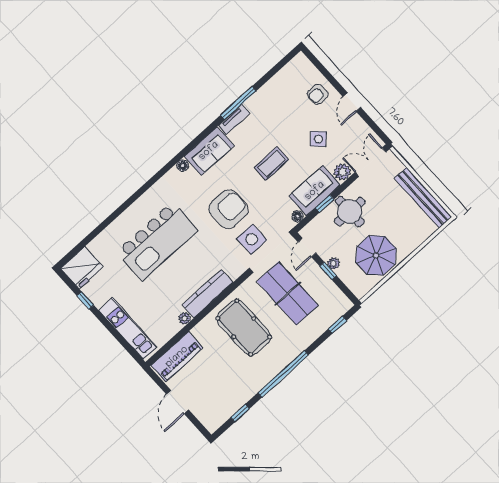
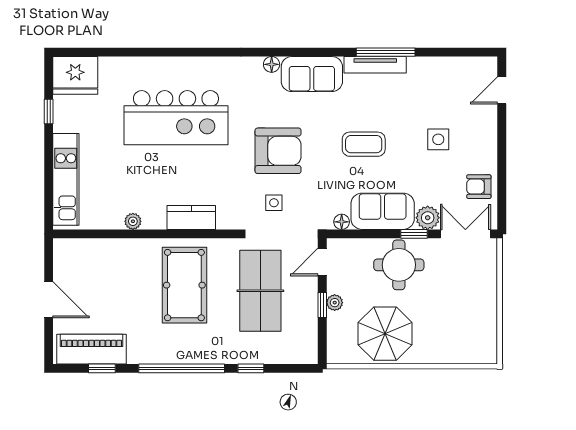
armchair: (318, 94) -> (479, 187), moved
door: (352, 102) -> (502, 90), moved
tv unit: (234, 119) -> (375, 65), width x1.41
side table: (318, 139) -> (438, 139), moved, turned 45
bench: (423, 198) -> (486, 318), removed
window: (325, 204) -> (414, 234), moved
side table: (252, 239) -> (274, 203), width x0.54, depth x0.54
kitchen counter: (208, 294) -> (191, 217), width x0.67
window: (337, 325) -> (251, 368), moved
piano: (177, 357) -> (92, 349), moved, turned 180
door: (177, 402) -> (49, 300), swing flipped

